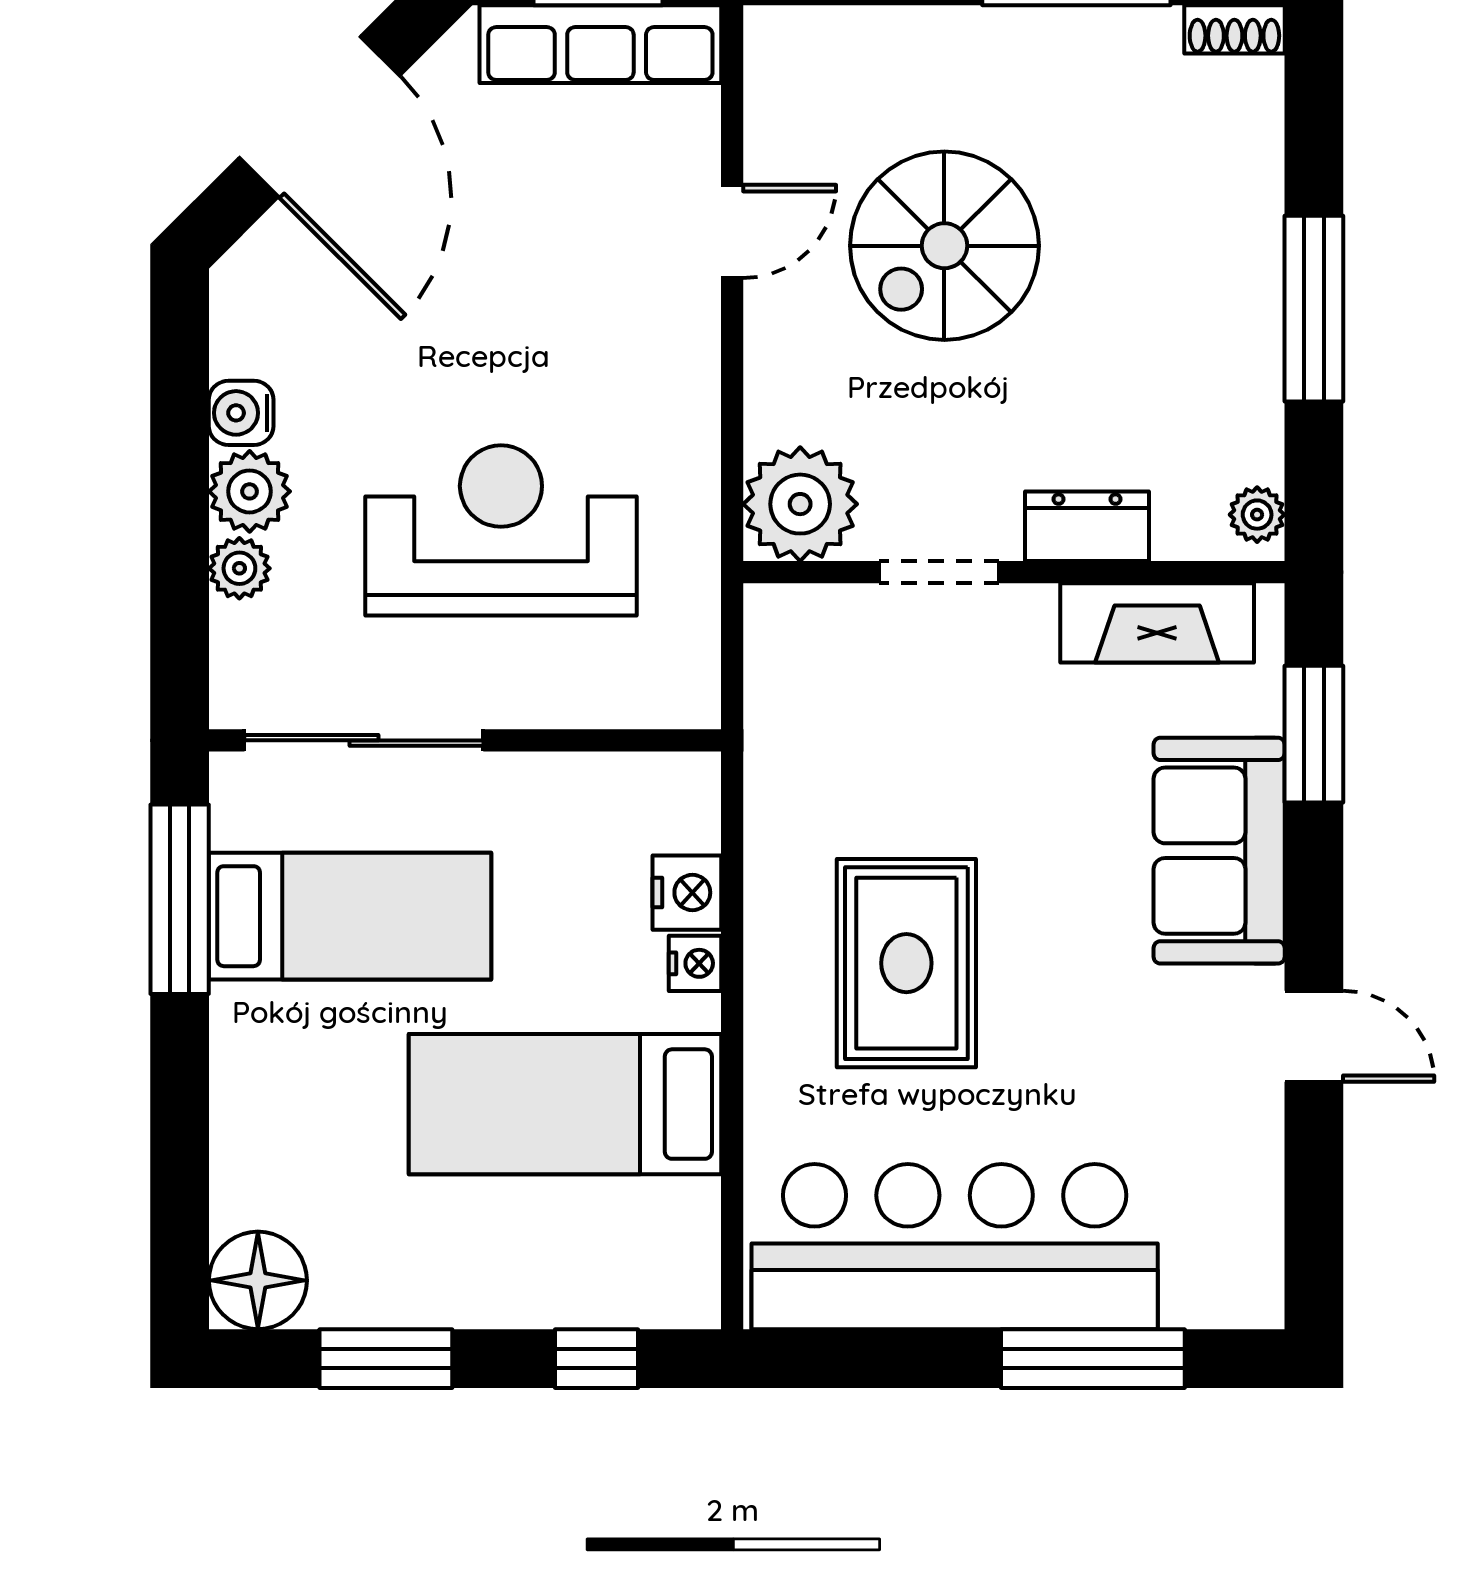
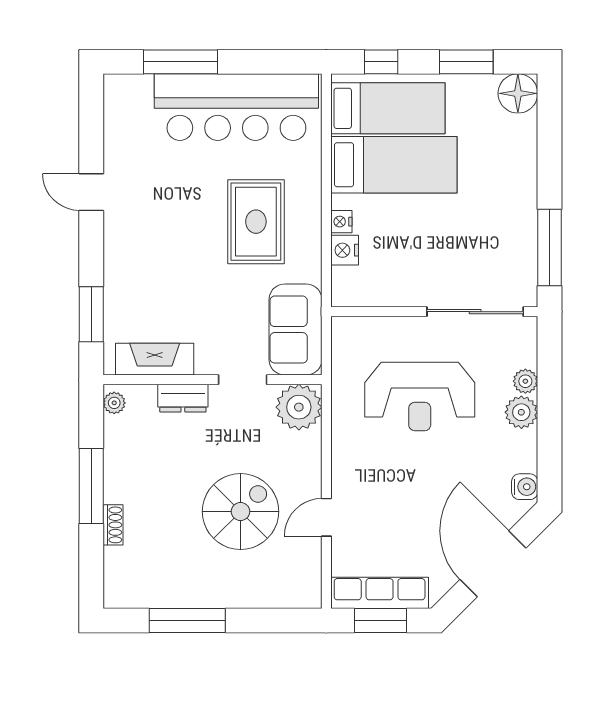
shoe rack: (1234, 29) -> (113, 525), moved, turned 90
water cooler: (241, 413) -> (525, 487), moved
sofa: (1219, 851) -> (295, 330), moved, turned 180
bed: (350, 916) -> (388, 108), moved, turned 180

